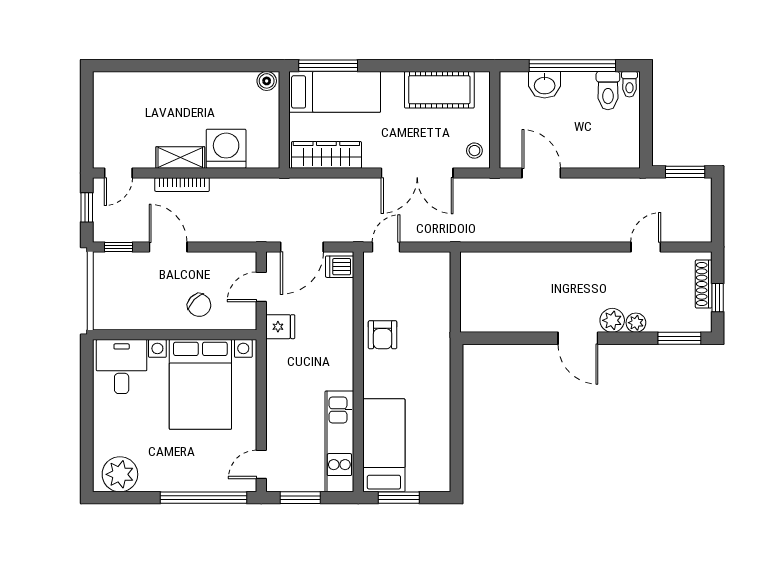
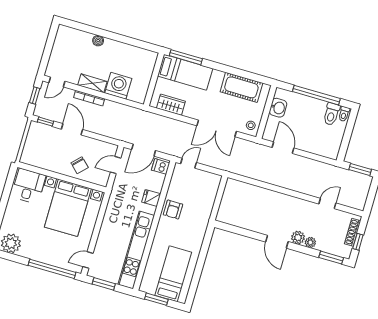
boiler: (267, 81) -> (98, 41), moved
washbasin: (545, 85) -> (278, 108), moved, turned -90
wardrobe: (326, 155) -> (171, 105), width x0.67
fridge: (280, 327) -> (151, 198), moved, turned 180
kitchen unit: (339, 441) -> (136, 250), width x1.36
bed: (384, 445) -> (173, 274), moved

